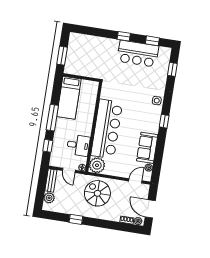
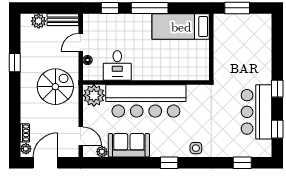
wall: (94, 127) -> (146, 83), moved
bar counter: (107, 129) -> (146, 101), moved
desk: (78, 145) -> (117, 65), moved
plant: (97, 165) -> (94, 95), moved

